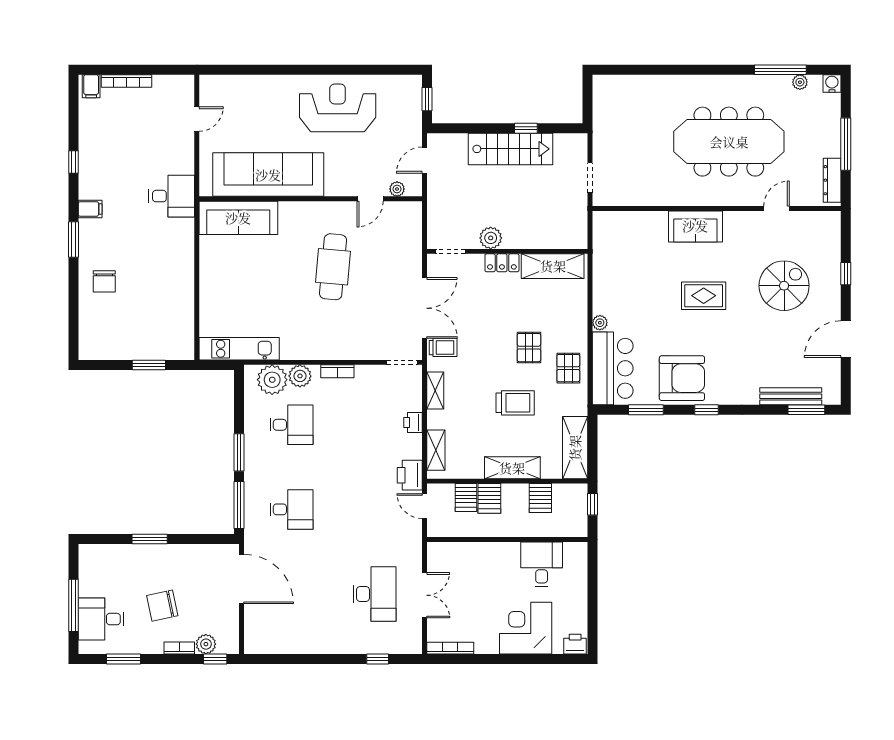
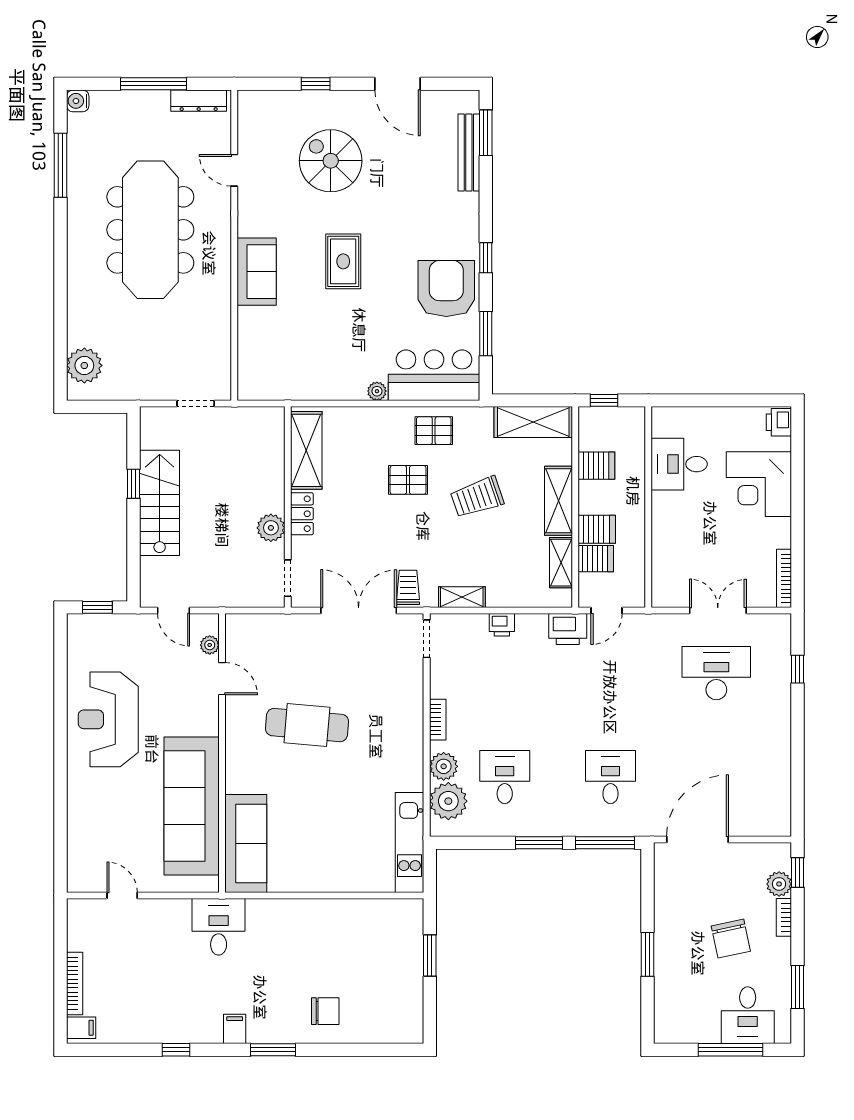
plant: (800, 82) -> (84, 365), moved, width x1.87, depth x1.87
trolley: (515, 403) -> (477, 497), turned -109
shelving: (436, 450) -> (561, 563), moved, turned 90

